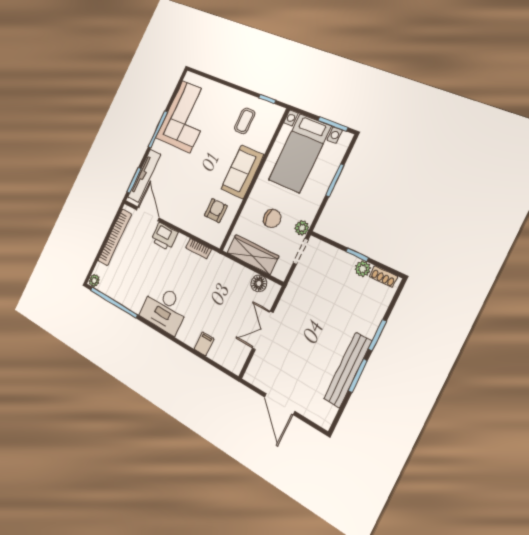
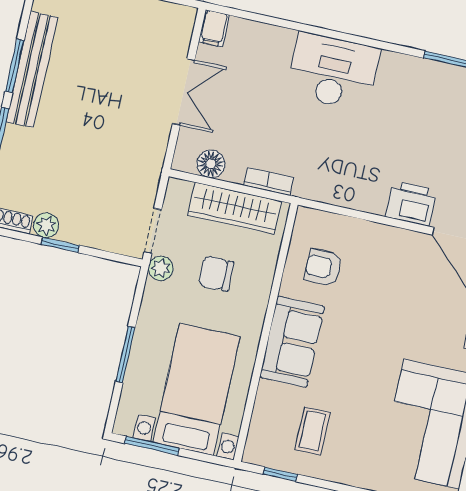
armchair: (216, 211) -> (323, 267), turned 90
bookcase: (199, 249) -> (268, 181), moved
desk: (164, 309) -> (333, 72), moved
filing cabinet: (204, 344) -> (214, 28), moved

